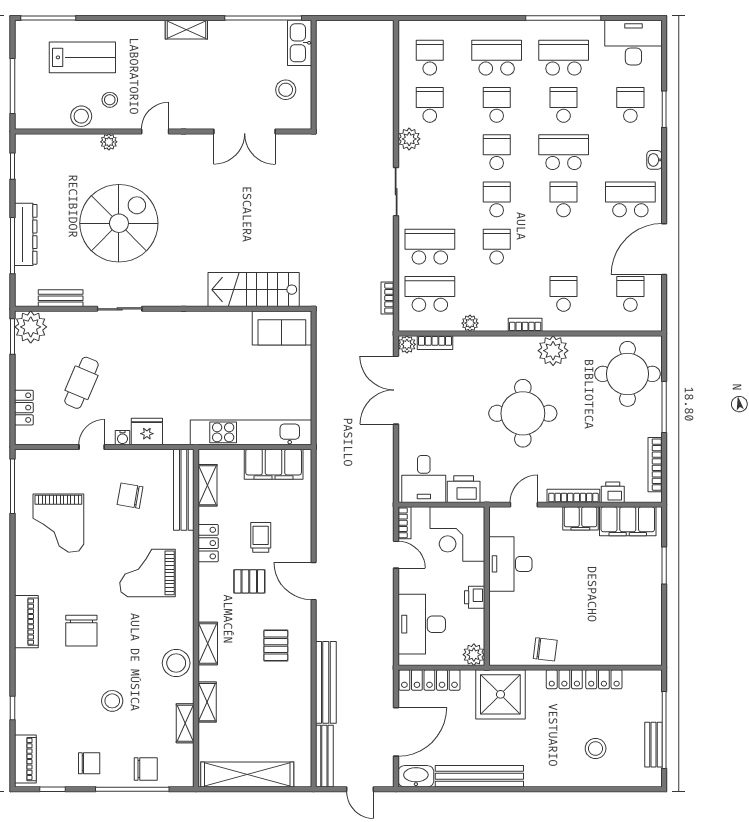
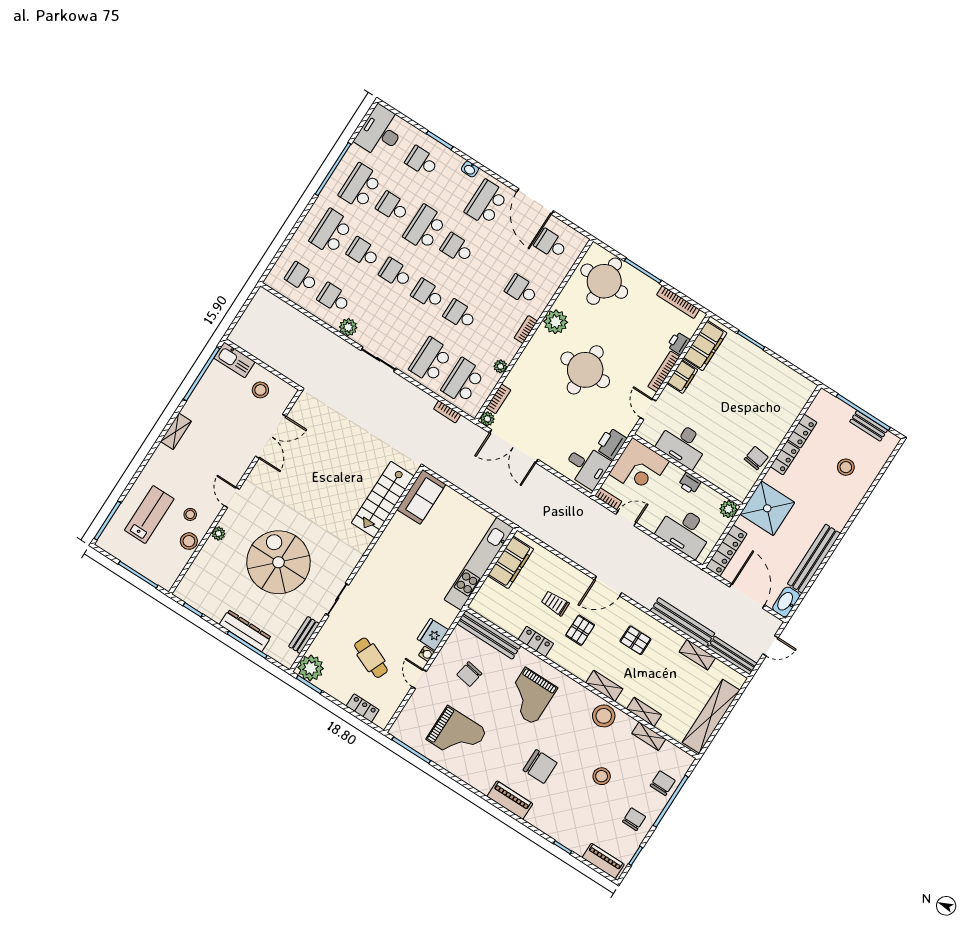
shelving: (208, 485) -> (697, 655), moved

